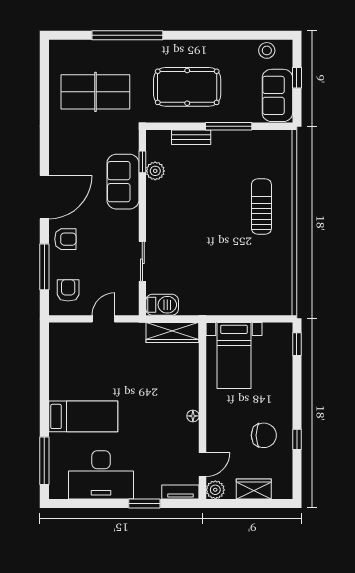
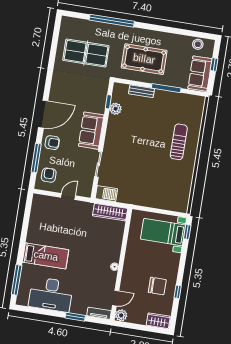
sofa: (123, 182) -> (91, 131), moved
bed with nightstands: (234, 355) -> (163, 232), moved, turned 90
wardrobe: (254, 489) -> (158, 321), moved

